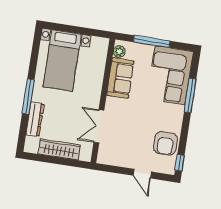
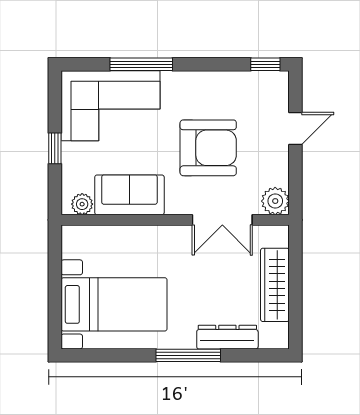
window: (152, 42) -> (55, 148), width x0.46
armchair: (165, 143) -> (208, 148), moved, width x1.36, depth x1.36
plant: (105, 157) -> (275, 201), added

